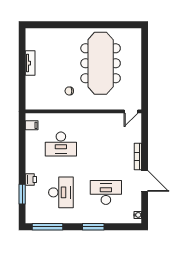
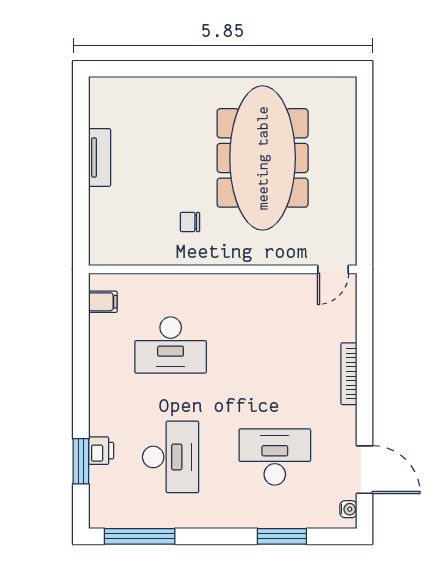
printer: (31, 180) -> (101, 451), moved
door: (145, 181) -> (364, 470), moved
window: (93, 227) -> (282, 536), moved

